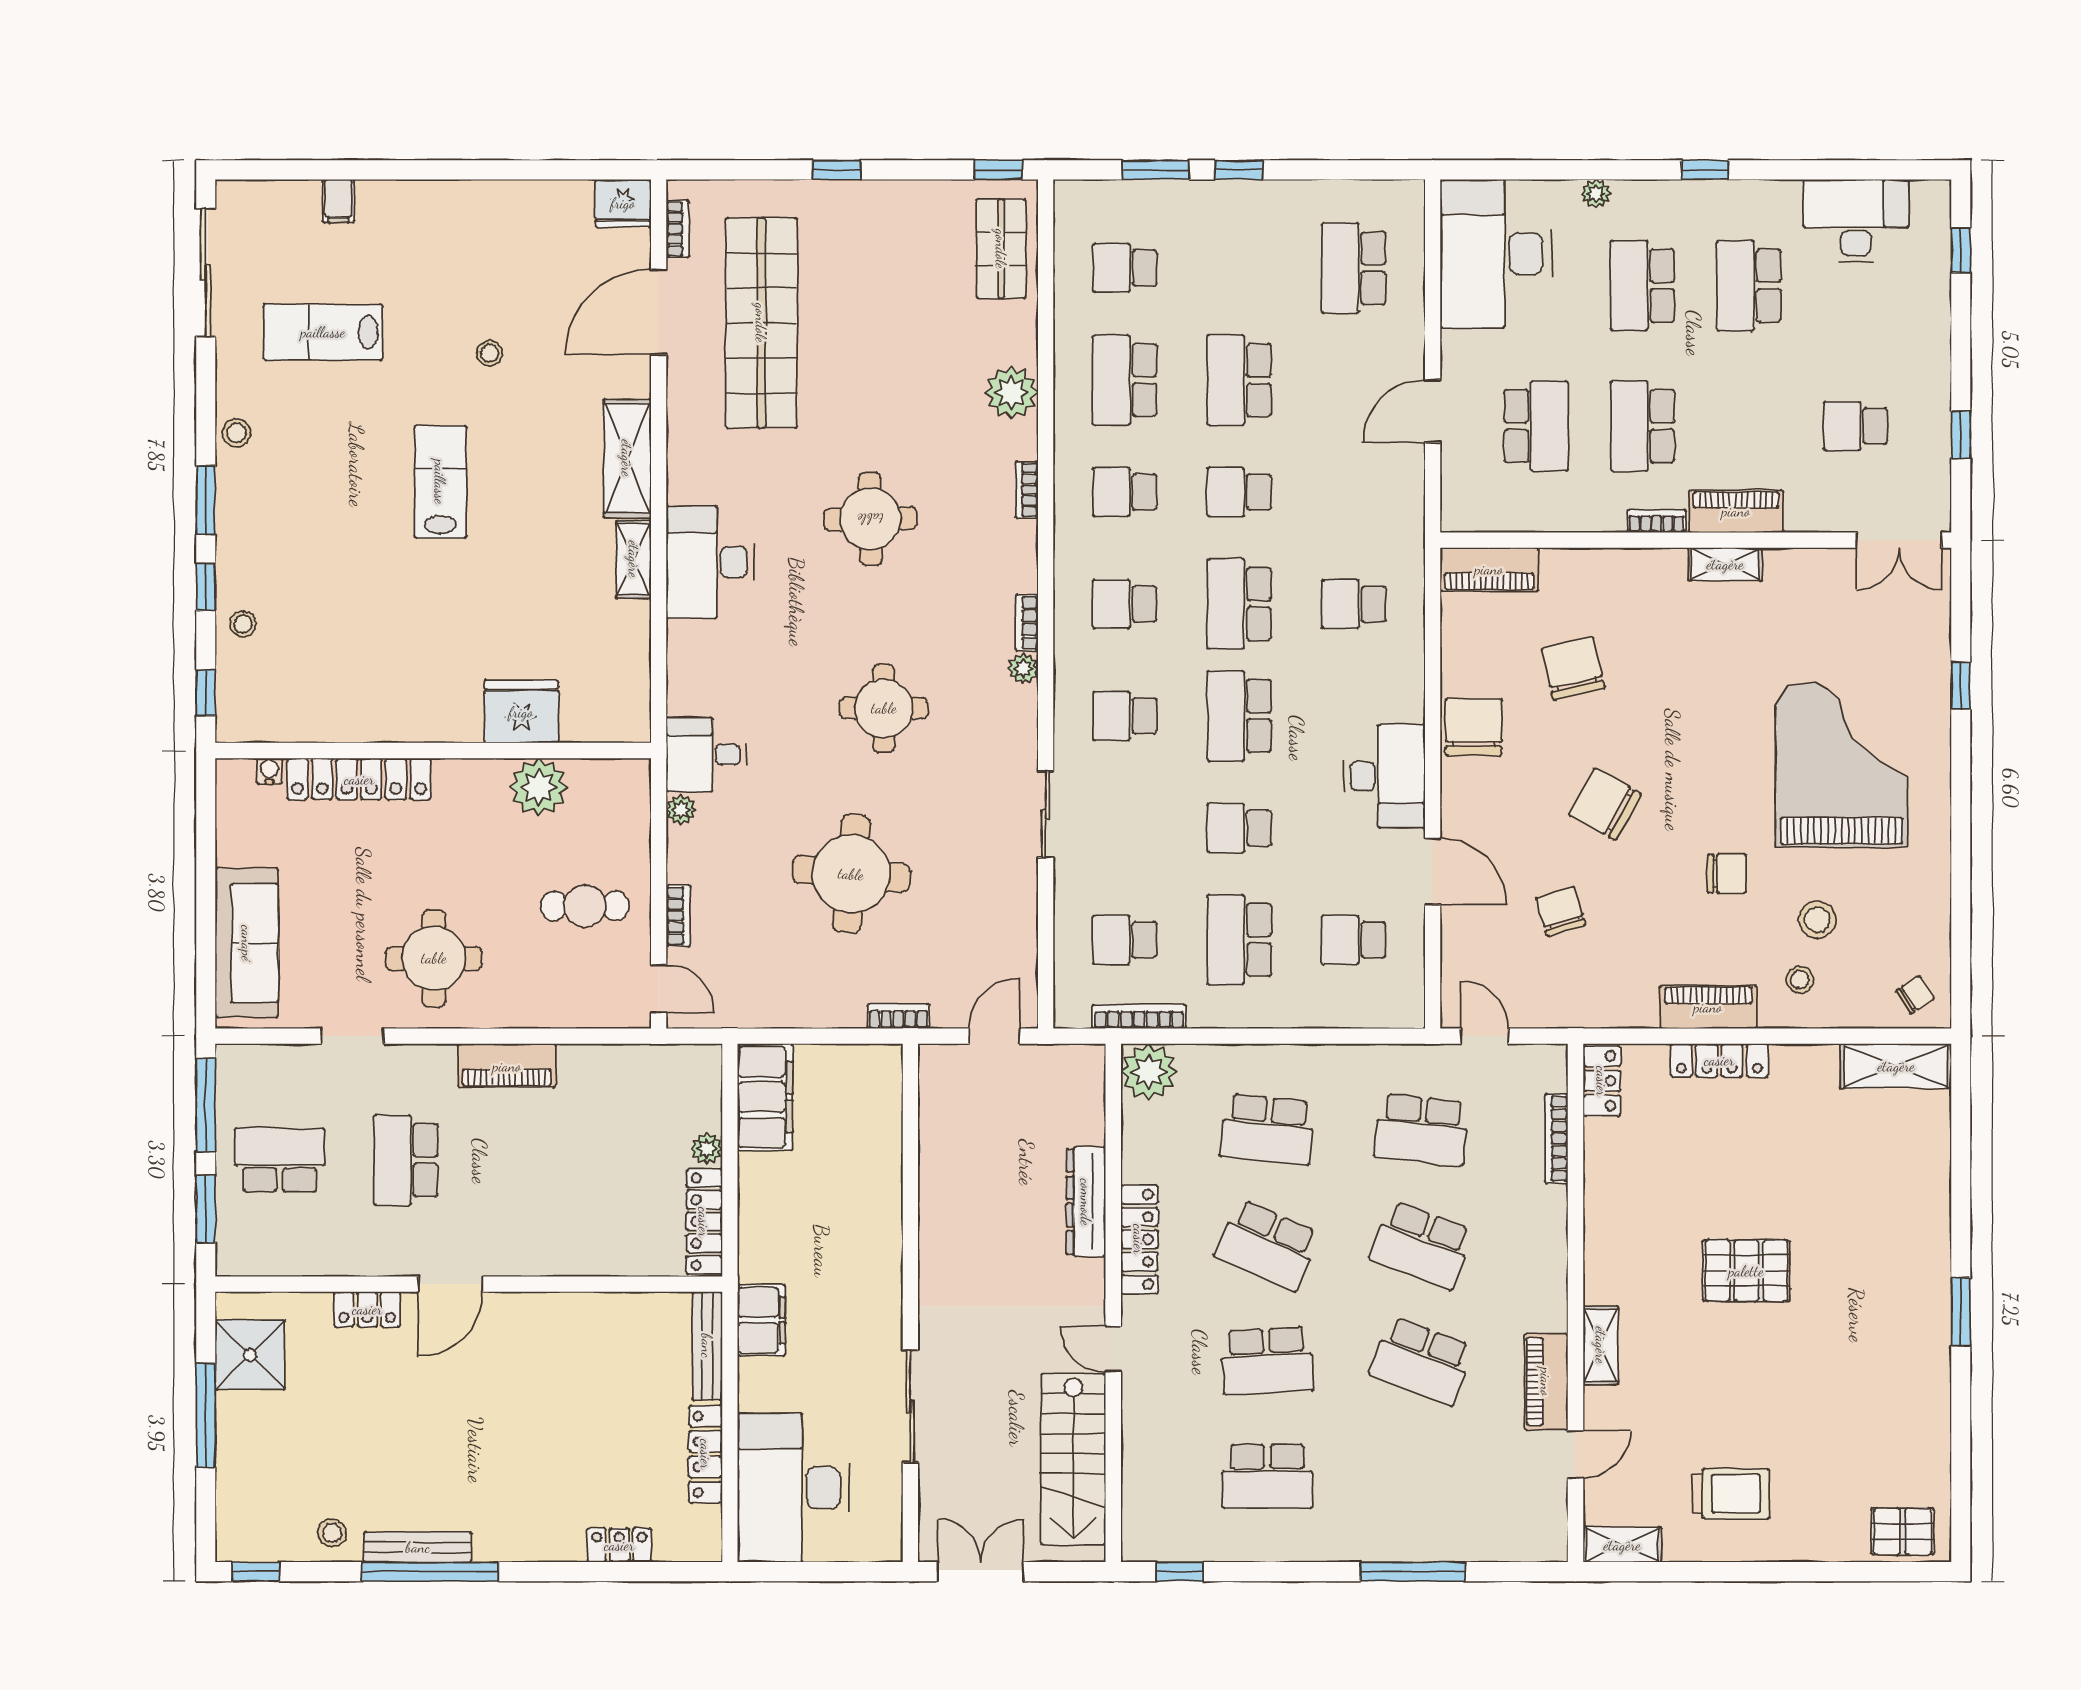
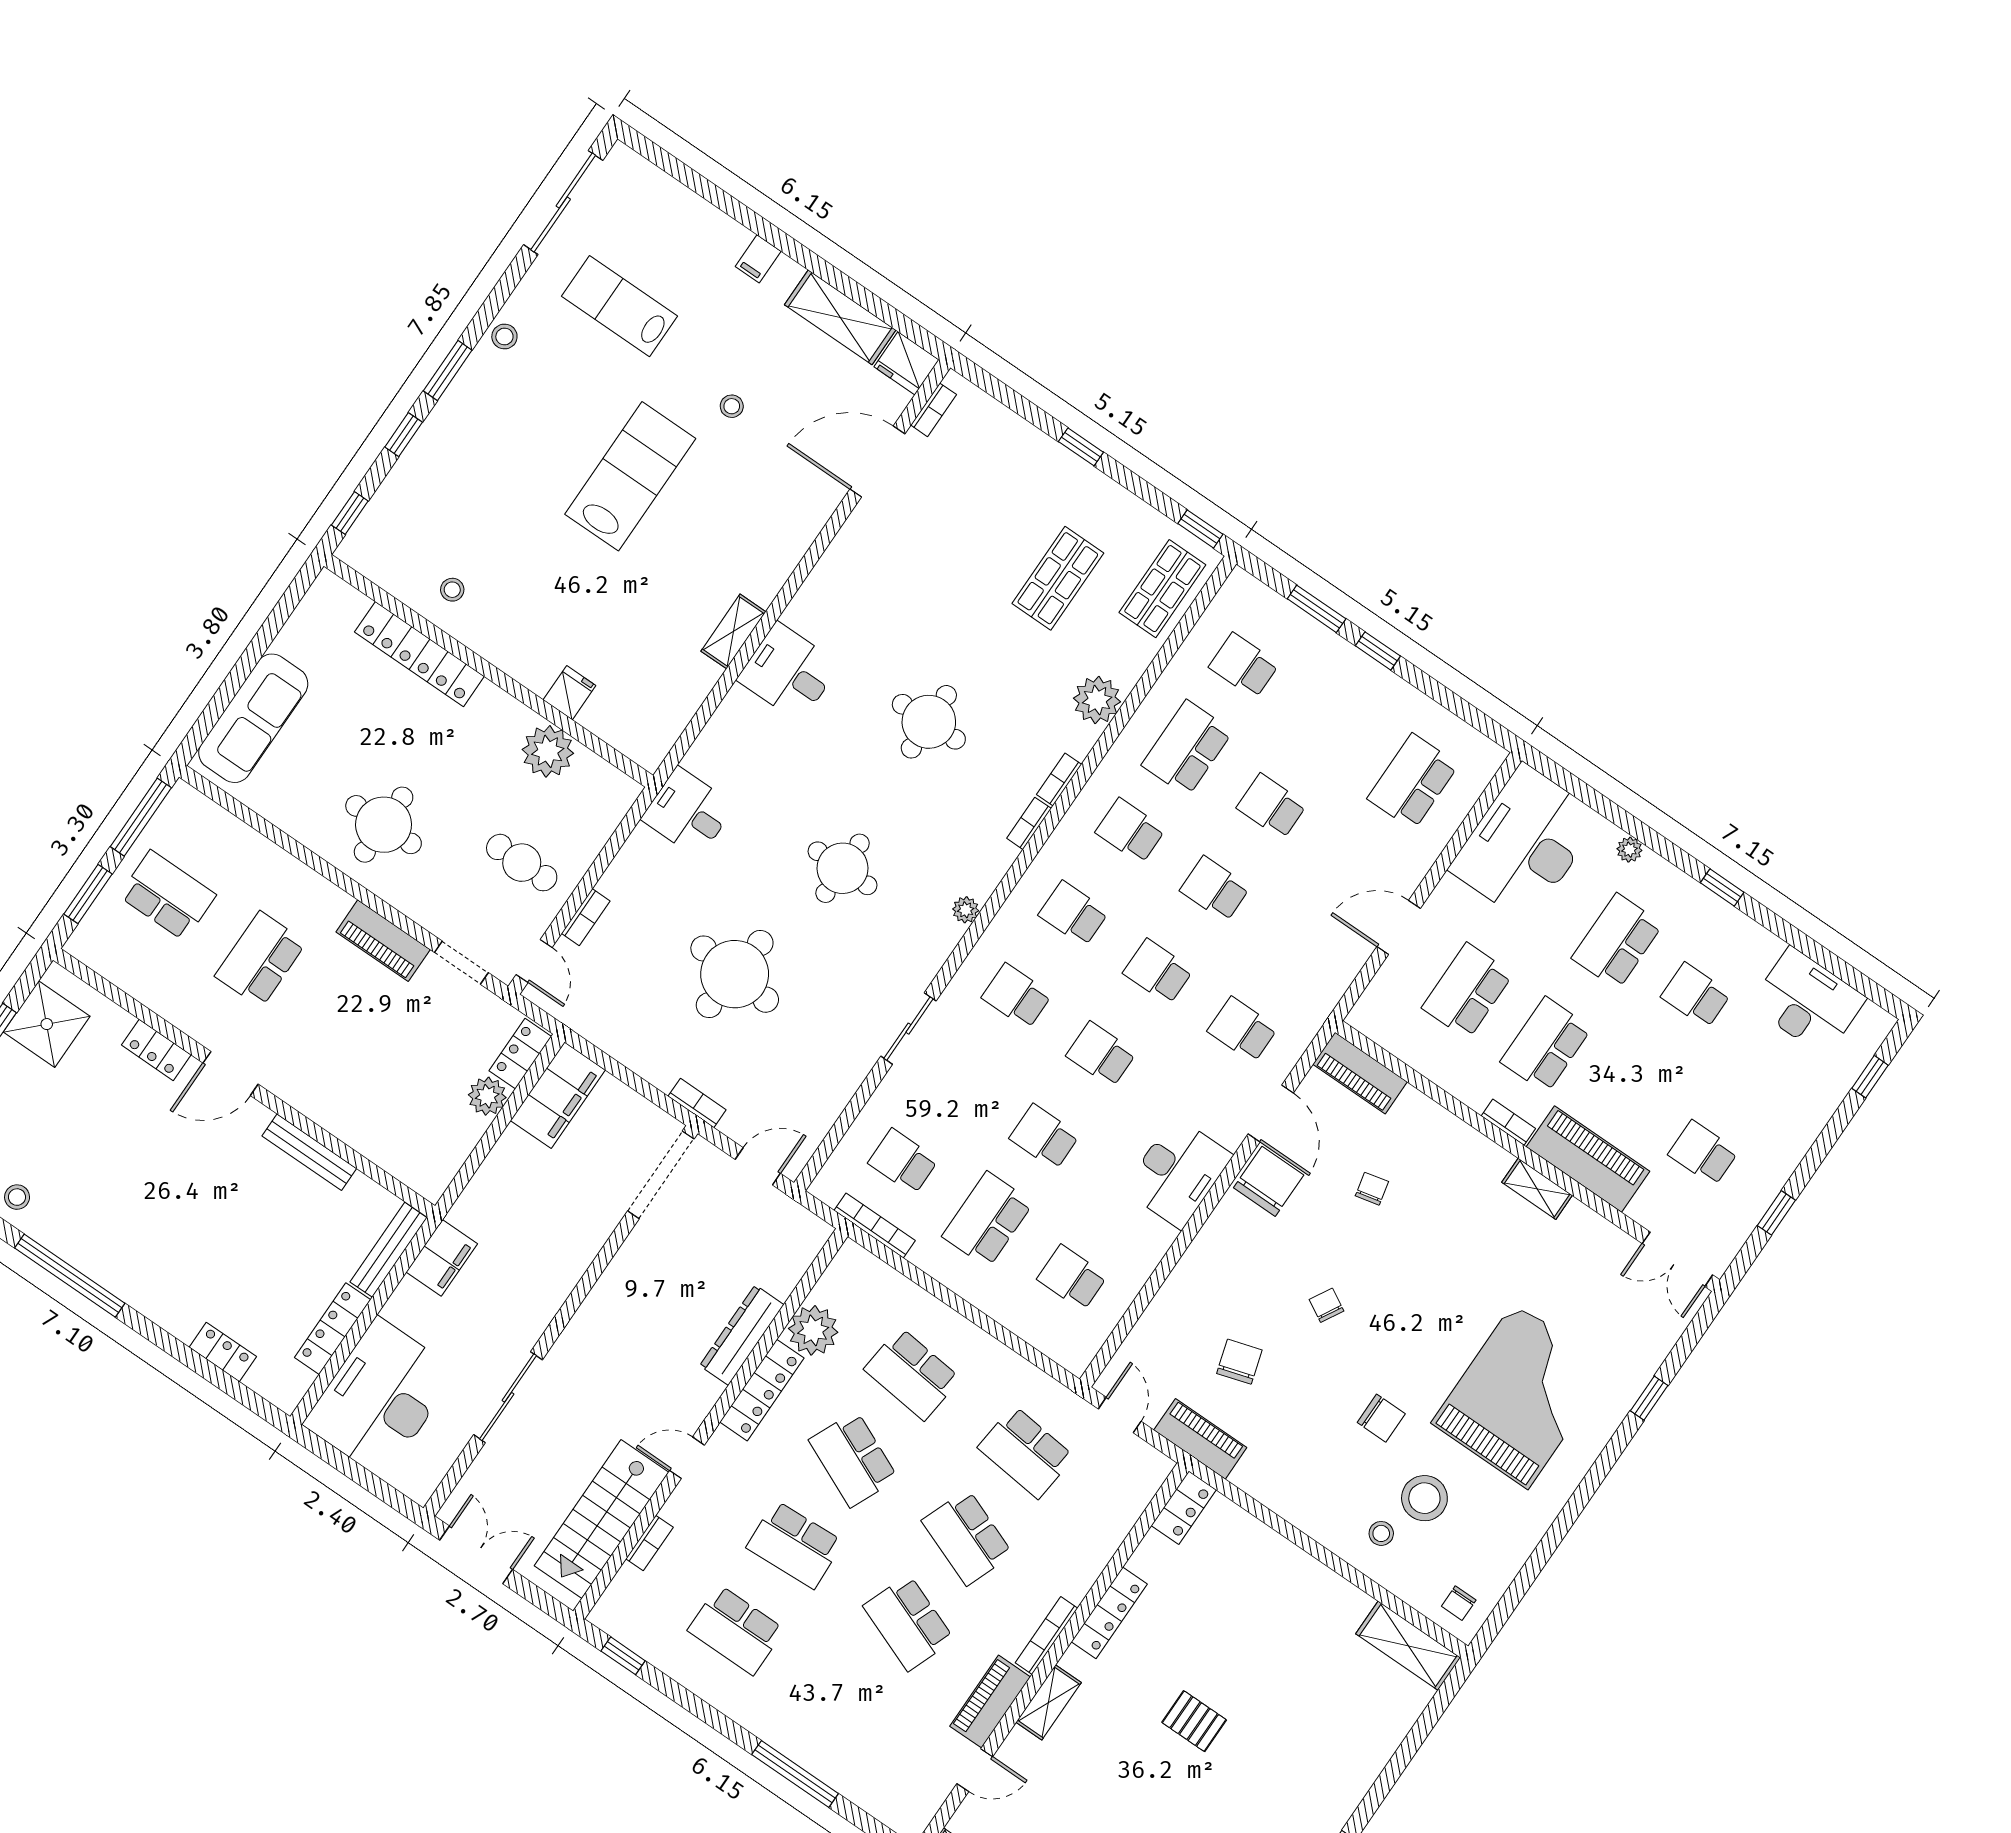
filing cabinet: (338, 201) -> (758, 259), moved
school desk: (1749, 286) -> (1696, 995), width x0.54
shop shelf: (761, 323) -> (1058, 578), moved, width x0.50, depth x0.74
school desk: (1239, 380) -> (1272, 806), width x0.54
school desk: (1536, 426) -> (1467, 991), turned 180
shelving: (627, 458) -> (840, 317), moved, turned 90
lab bench: (440, 482) -> (630, 476), width x1.36, depth x1.39
piano: (1736, 511) -> (1588, 1159), width x1.37, depth x1.33
desk: (710, 562) -> (789, 672), width x0.73
school desk: (1239, 604) -> (1158, 972), width x0.54
bookcase: (1027, 623) -> (1029, 823), moved
stool: (243, 624) -> (452, 590), moved
chair: (1573, 668) -> (1372, 1189), width x0.54, depth x0.54
fridge: (521, 712) -> (569, 693), width x0.53, depth x0.75
school desk: (1239, 716) -> (1101, 1054), width x0.54
water cooler: (269, 771) -> (357, 603), removed
chair: (1605, 804) -> (1326, 1305), width x0.54, depth x0.54
plant: (681, 810) -> (641, 840), removed
door: (1433, 871) -> (1271, 1113), moved
stool: (1817, 920) -> (1424, 1498), width x1.38, depth x1.38
chair: (1915, 995) -> (1459, 1603), turned 123
piano: (1708, 1007) -> (1200, 1439), moved
doorway: (352, 1036) -> (461, 963), moved
locker: (1719, 1060) -> (1109, 1613), moved, turned -90
plant: (1149, 1072) -> (813, 1330), moved
doorway: (910, 1105) -> (661, 1175), added
bookcase: (1556, 1139) -> (1047, 1636), moved
plant: (707, 1149) -> (487, 1096), width x1.38, depth x1.38
locker: (704, 1222) -> (520, 1054), moved, width x0.66
pallet: (1746, 1271) -> (1194, 1721), width x0.67, depth x0.71
door: (1113, 1349) -> (687, 1458), hinge flipped
bookcase: (1133, 1451) -> (649, 1543), added
bench: (418, 1547) -> (309, 1152), moved

